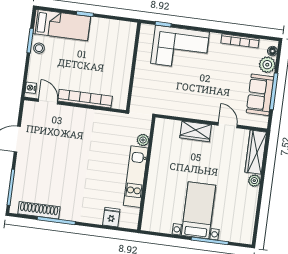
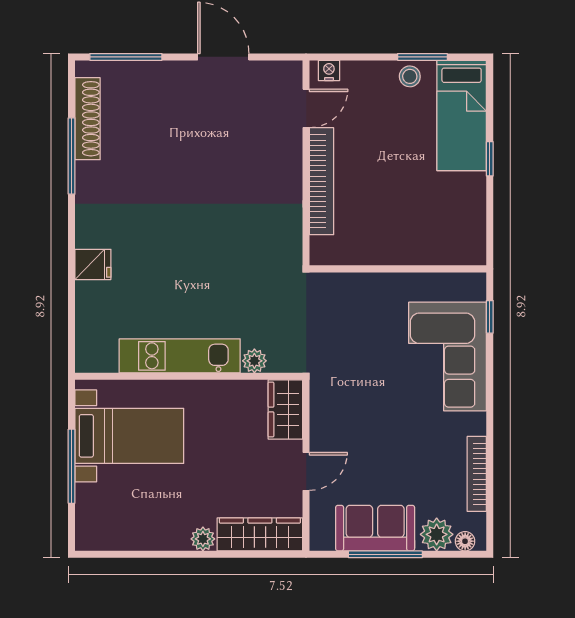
plant: (143, 140) -> (254, 361), moved
wall: (146, 173) -> (189, 376), moved
kitchen unit: (136, 177) -> (180, 356), moved

